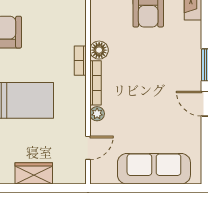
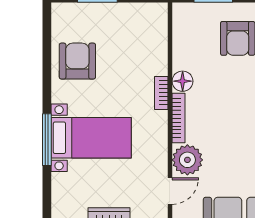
plant: (97, 114) -> (187, 160), width x1.88, depth x1.88

